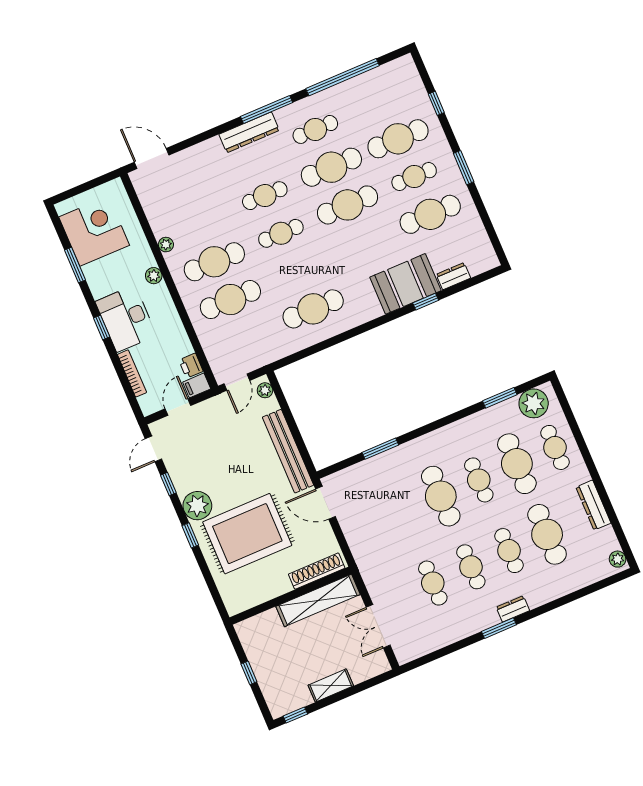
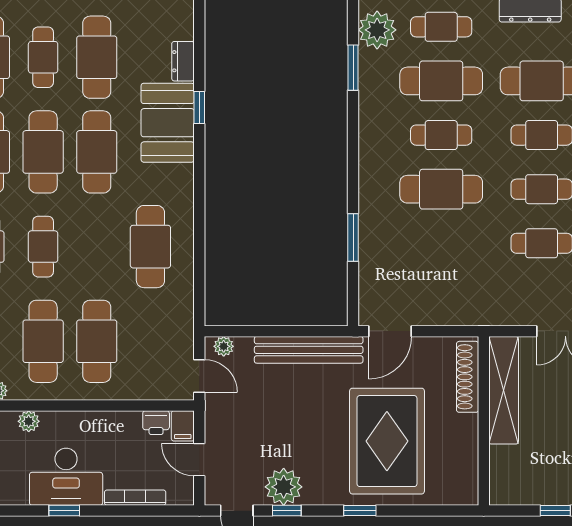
cafe table: (364, 243) -> (97, 152), added
plant: (197, 506) -> (284, 487), moved

